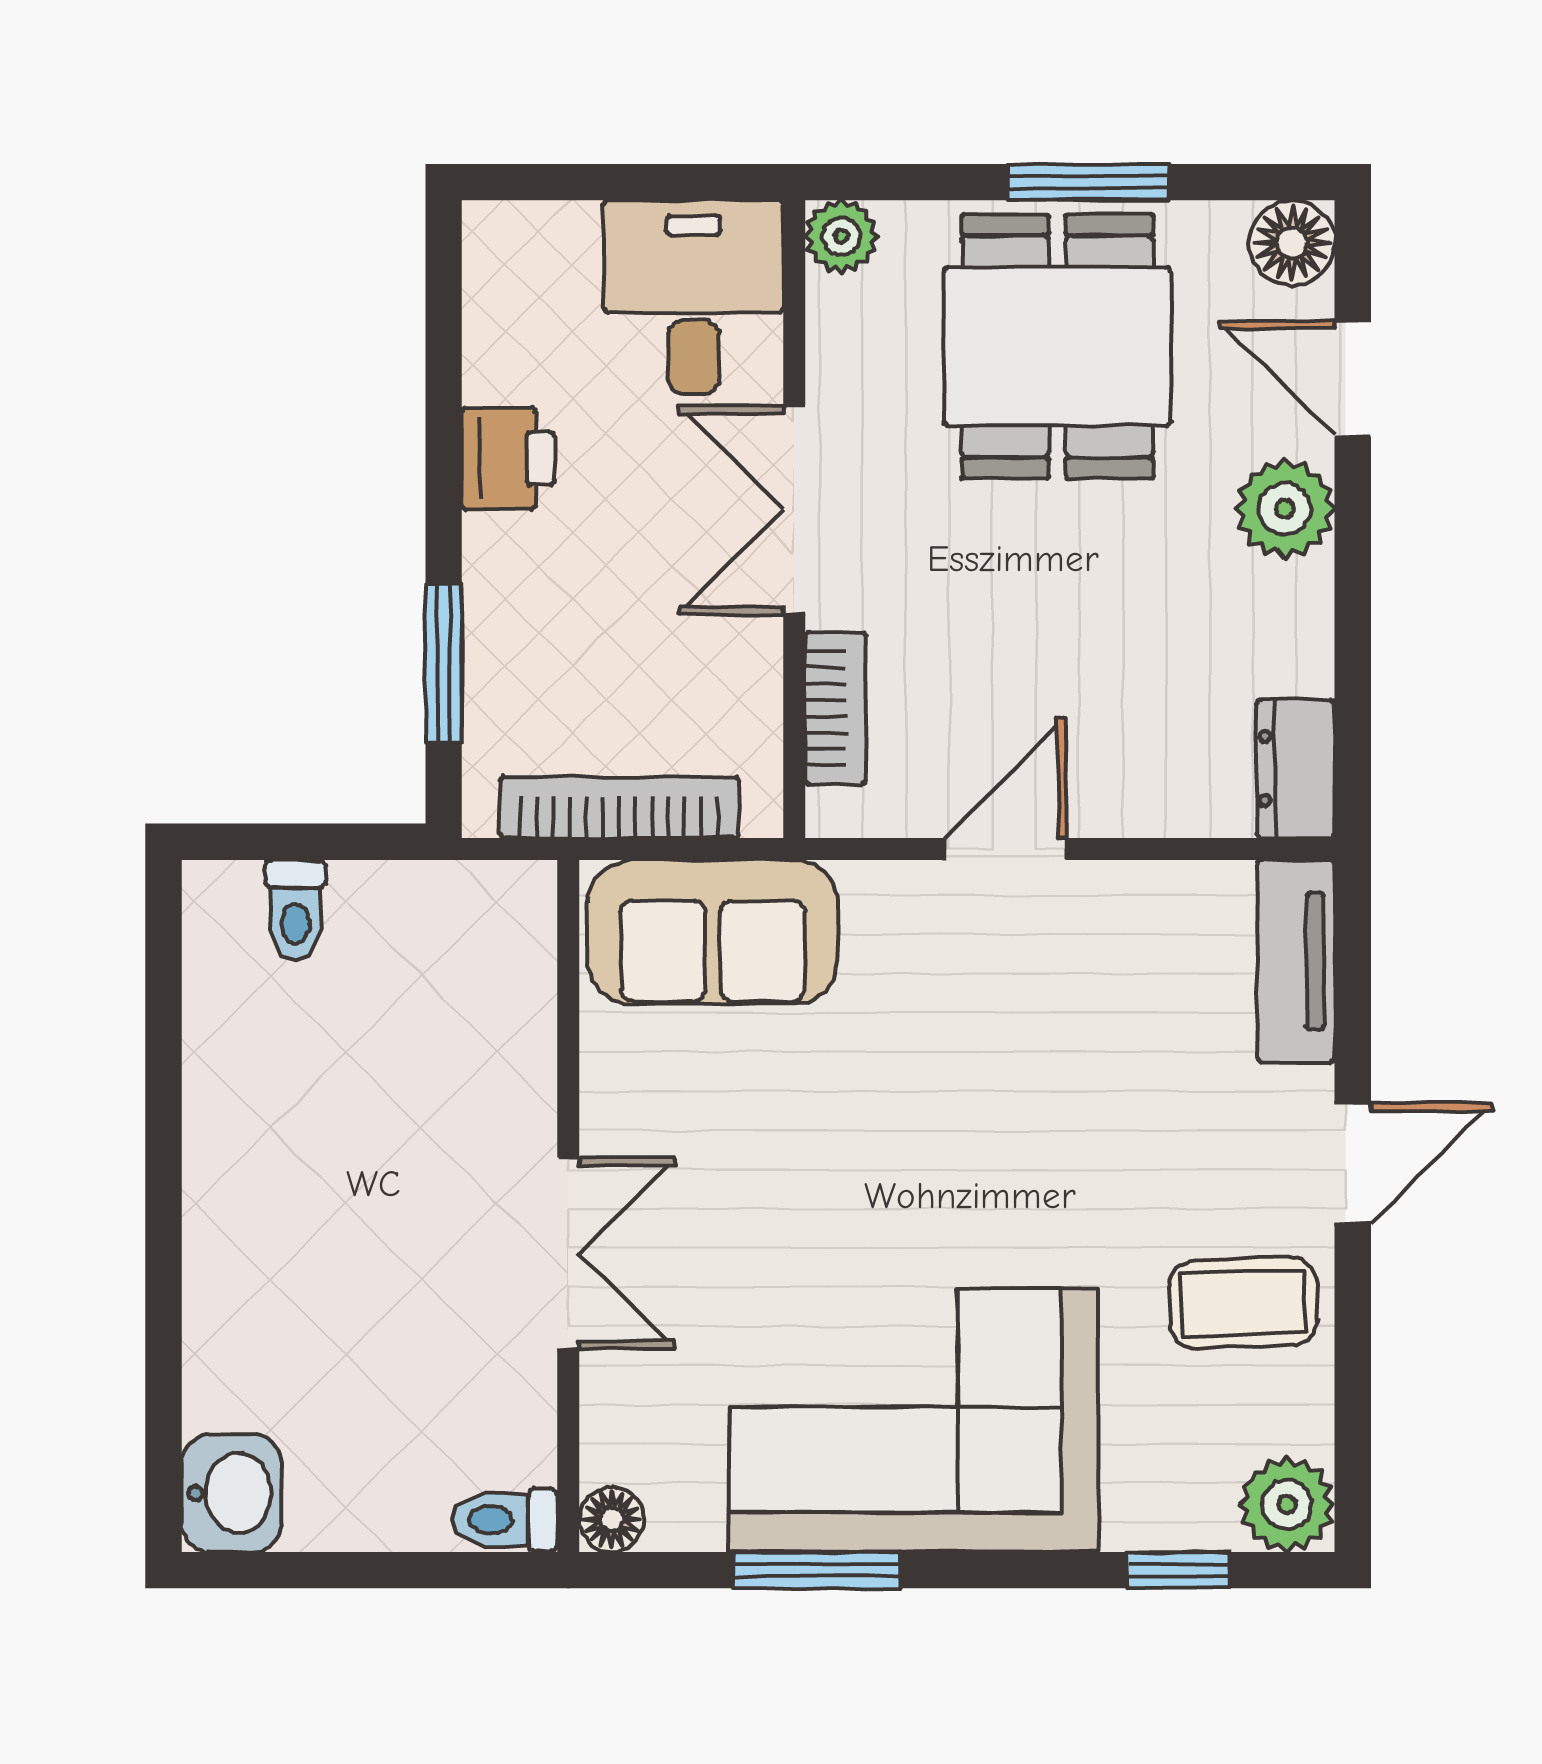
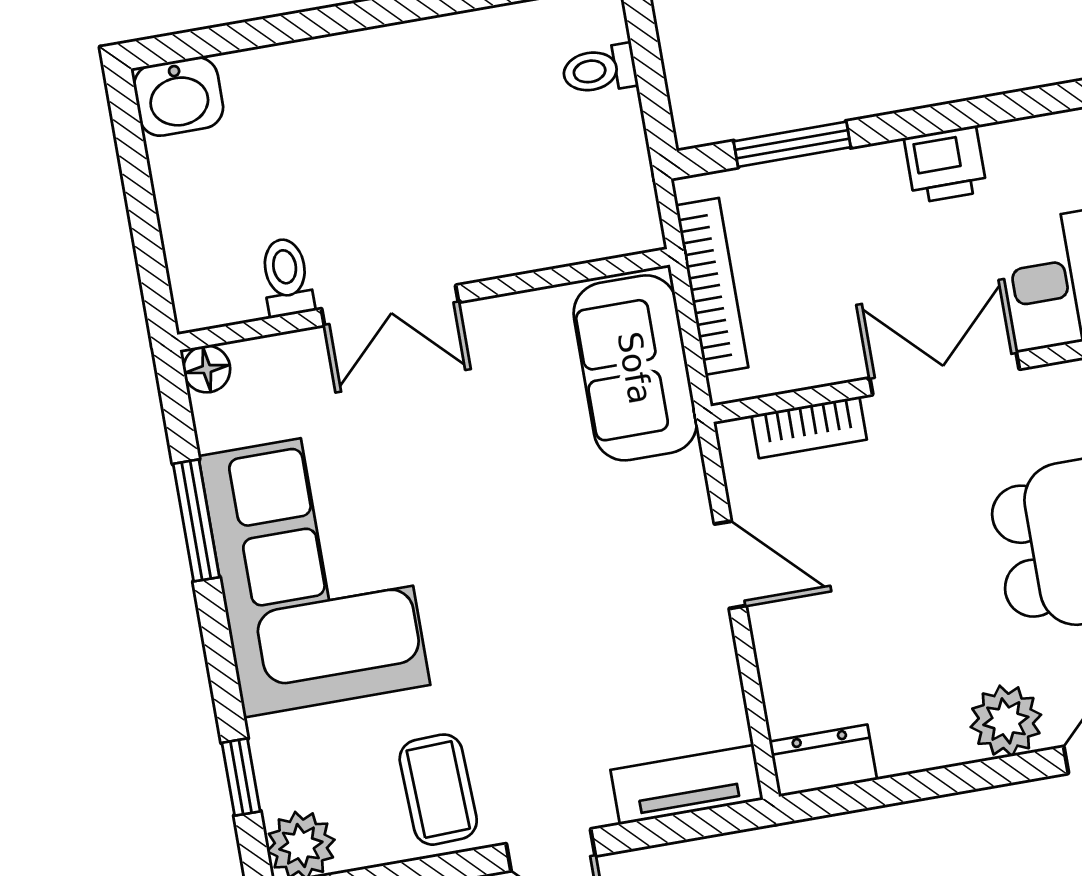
toilet: (505, 1520) -> (286, 277), moved

